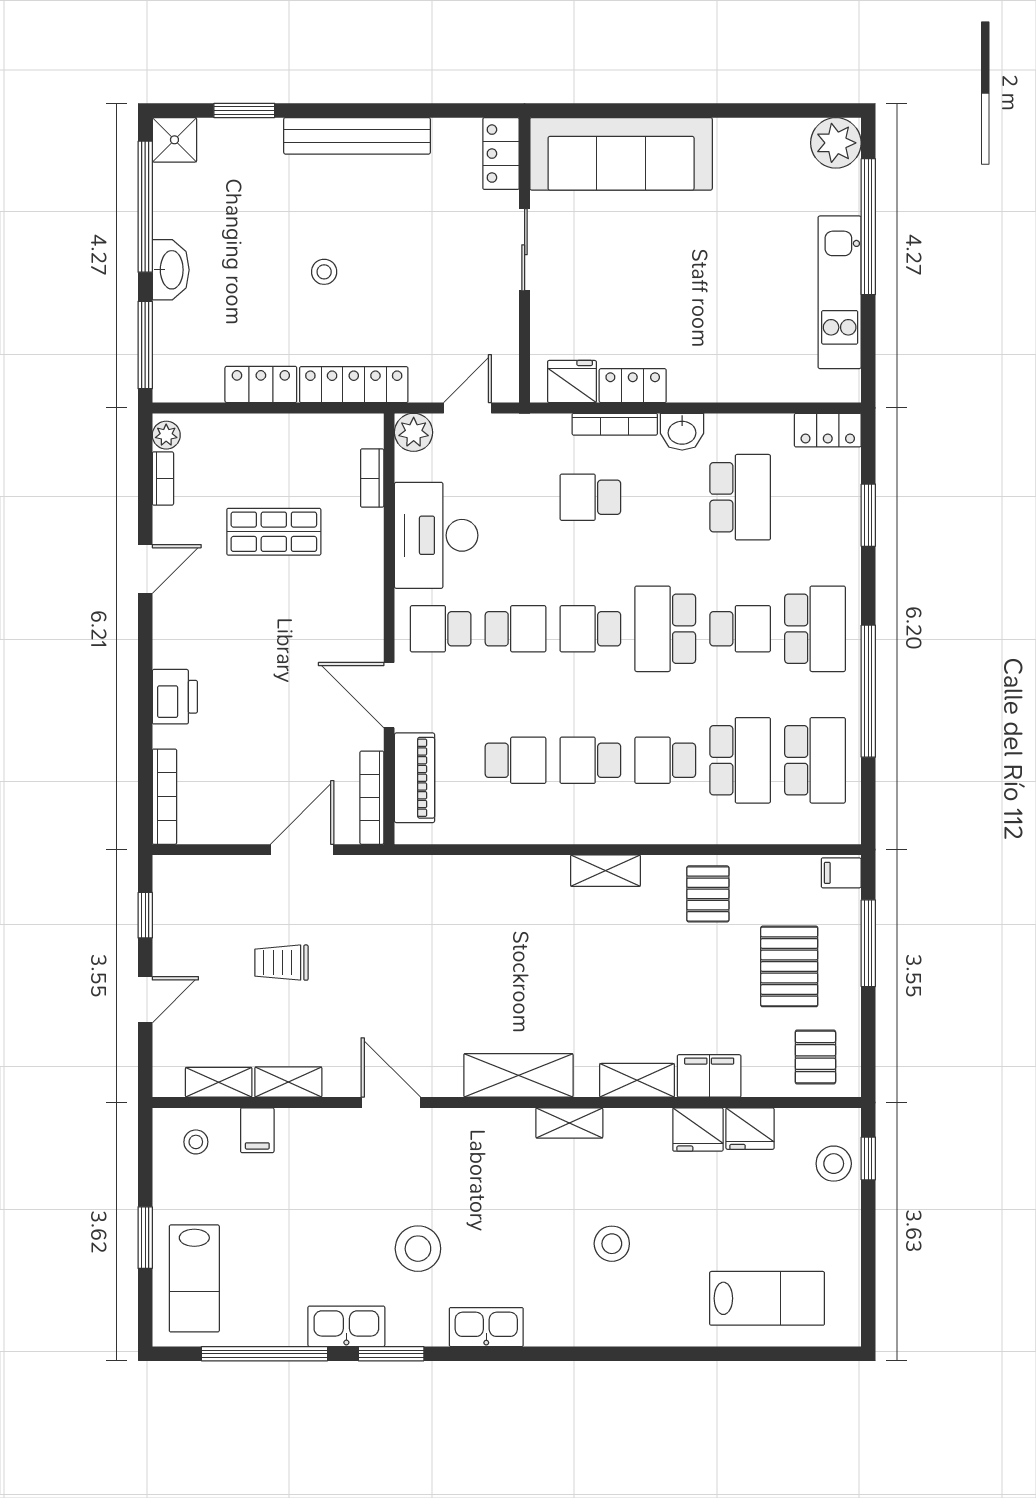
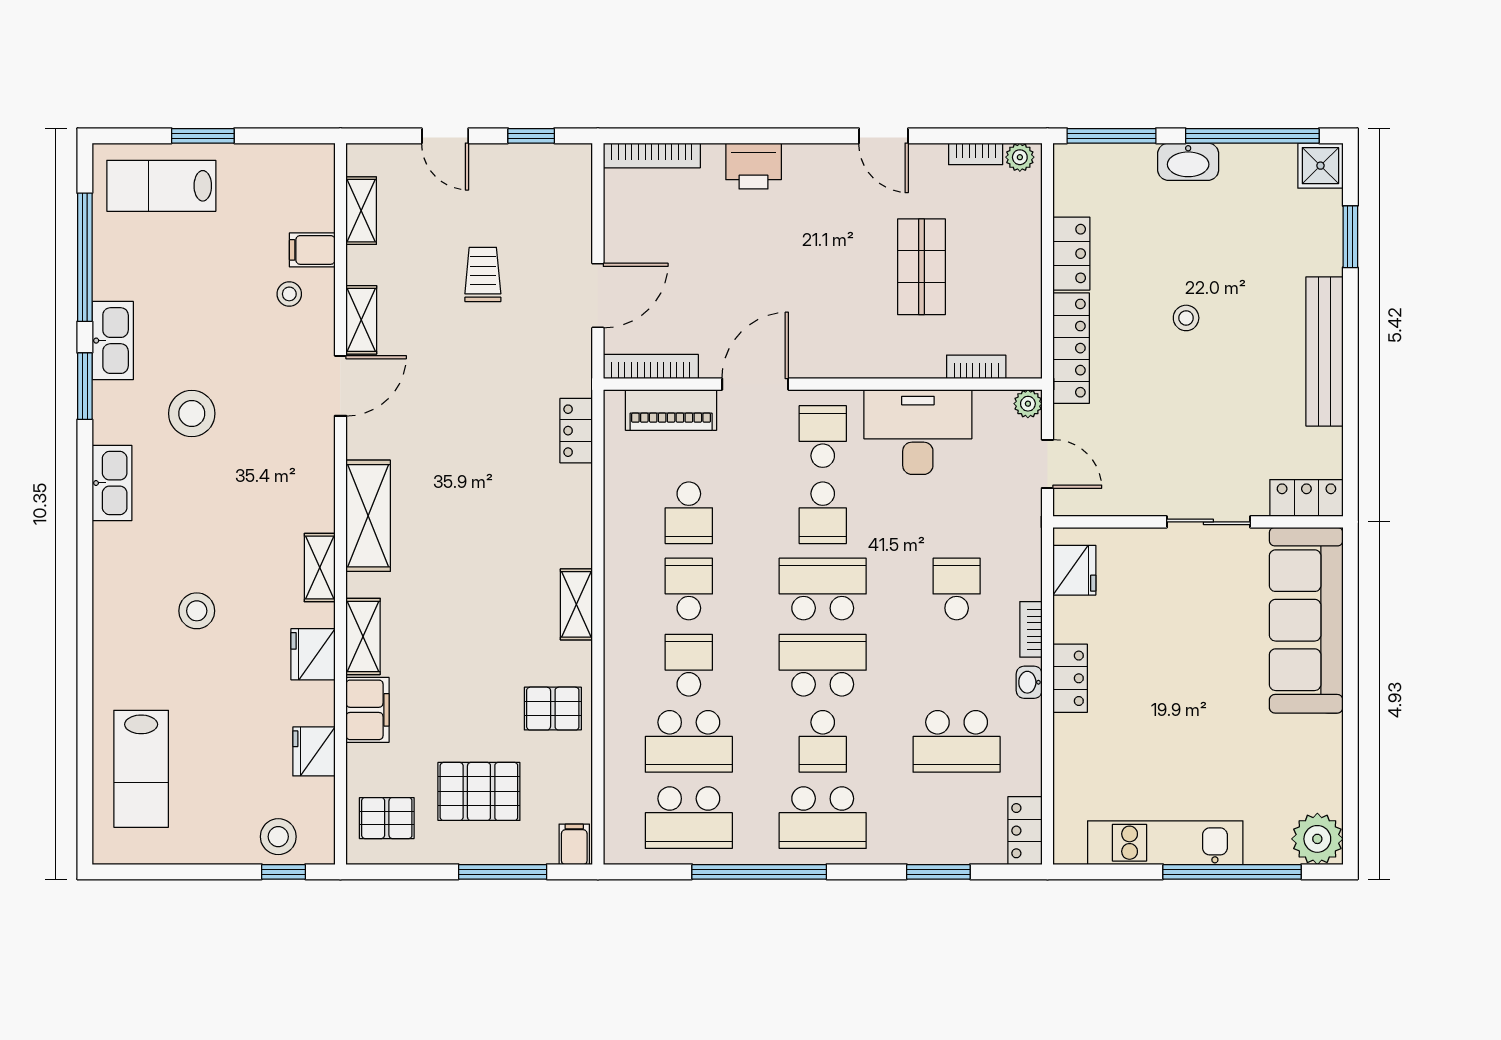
locker: (633, 386) -> (1070, 678), moved
bookcase: (615, 424) -> (1031, 629), width x0.64
plant: (414, 432) -> (1028, 404), width x0.73, depth x0.73
washbasin: (682, 432) -> (1029, 682), width x0.72, depth x0.69
school desk: (590, 629) -> (823, 589), width x1.85
door: (302, 850) -> (598, 296), hinge flipped
locker: (435, 871) -> (576, 431), added
shelving: (288, 1082) -> (361, 320), moved
fridge: (698, 1130) -> (313, 654), moved
stool: (196, 1142) -> (289, 294), moved

